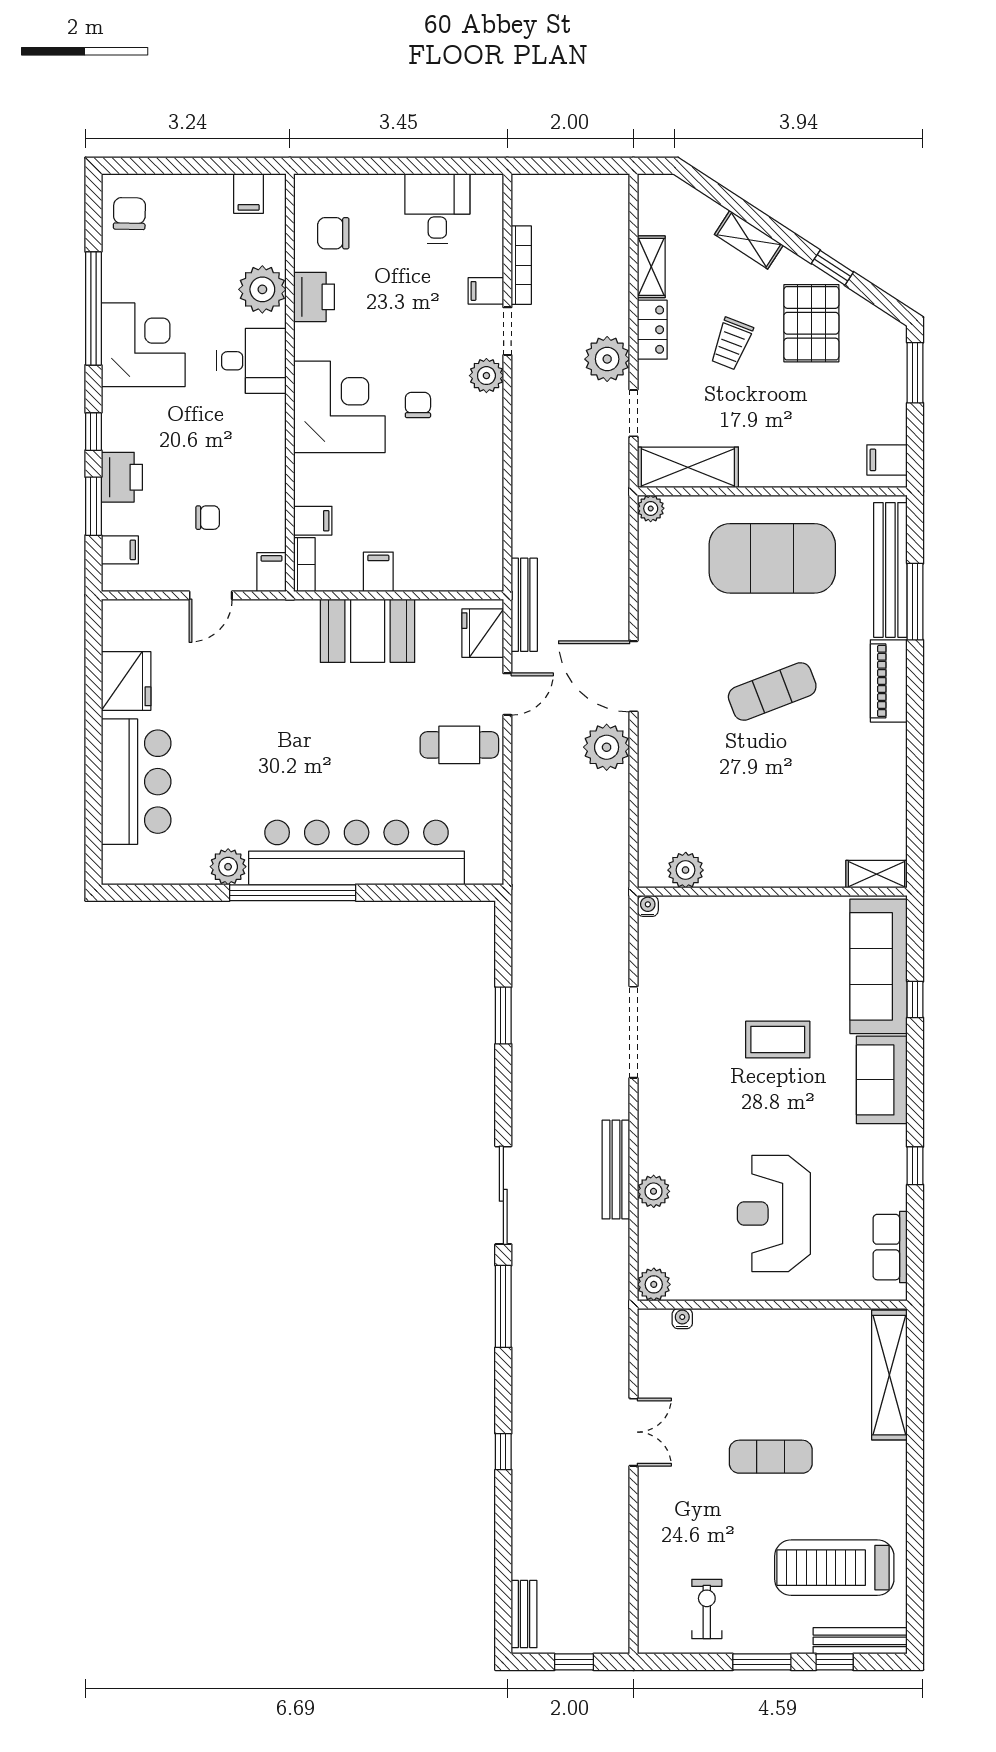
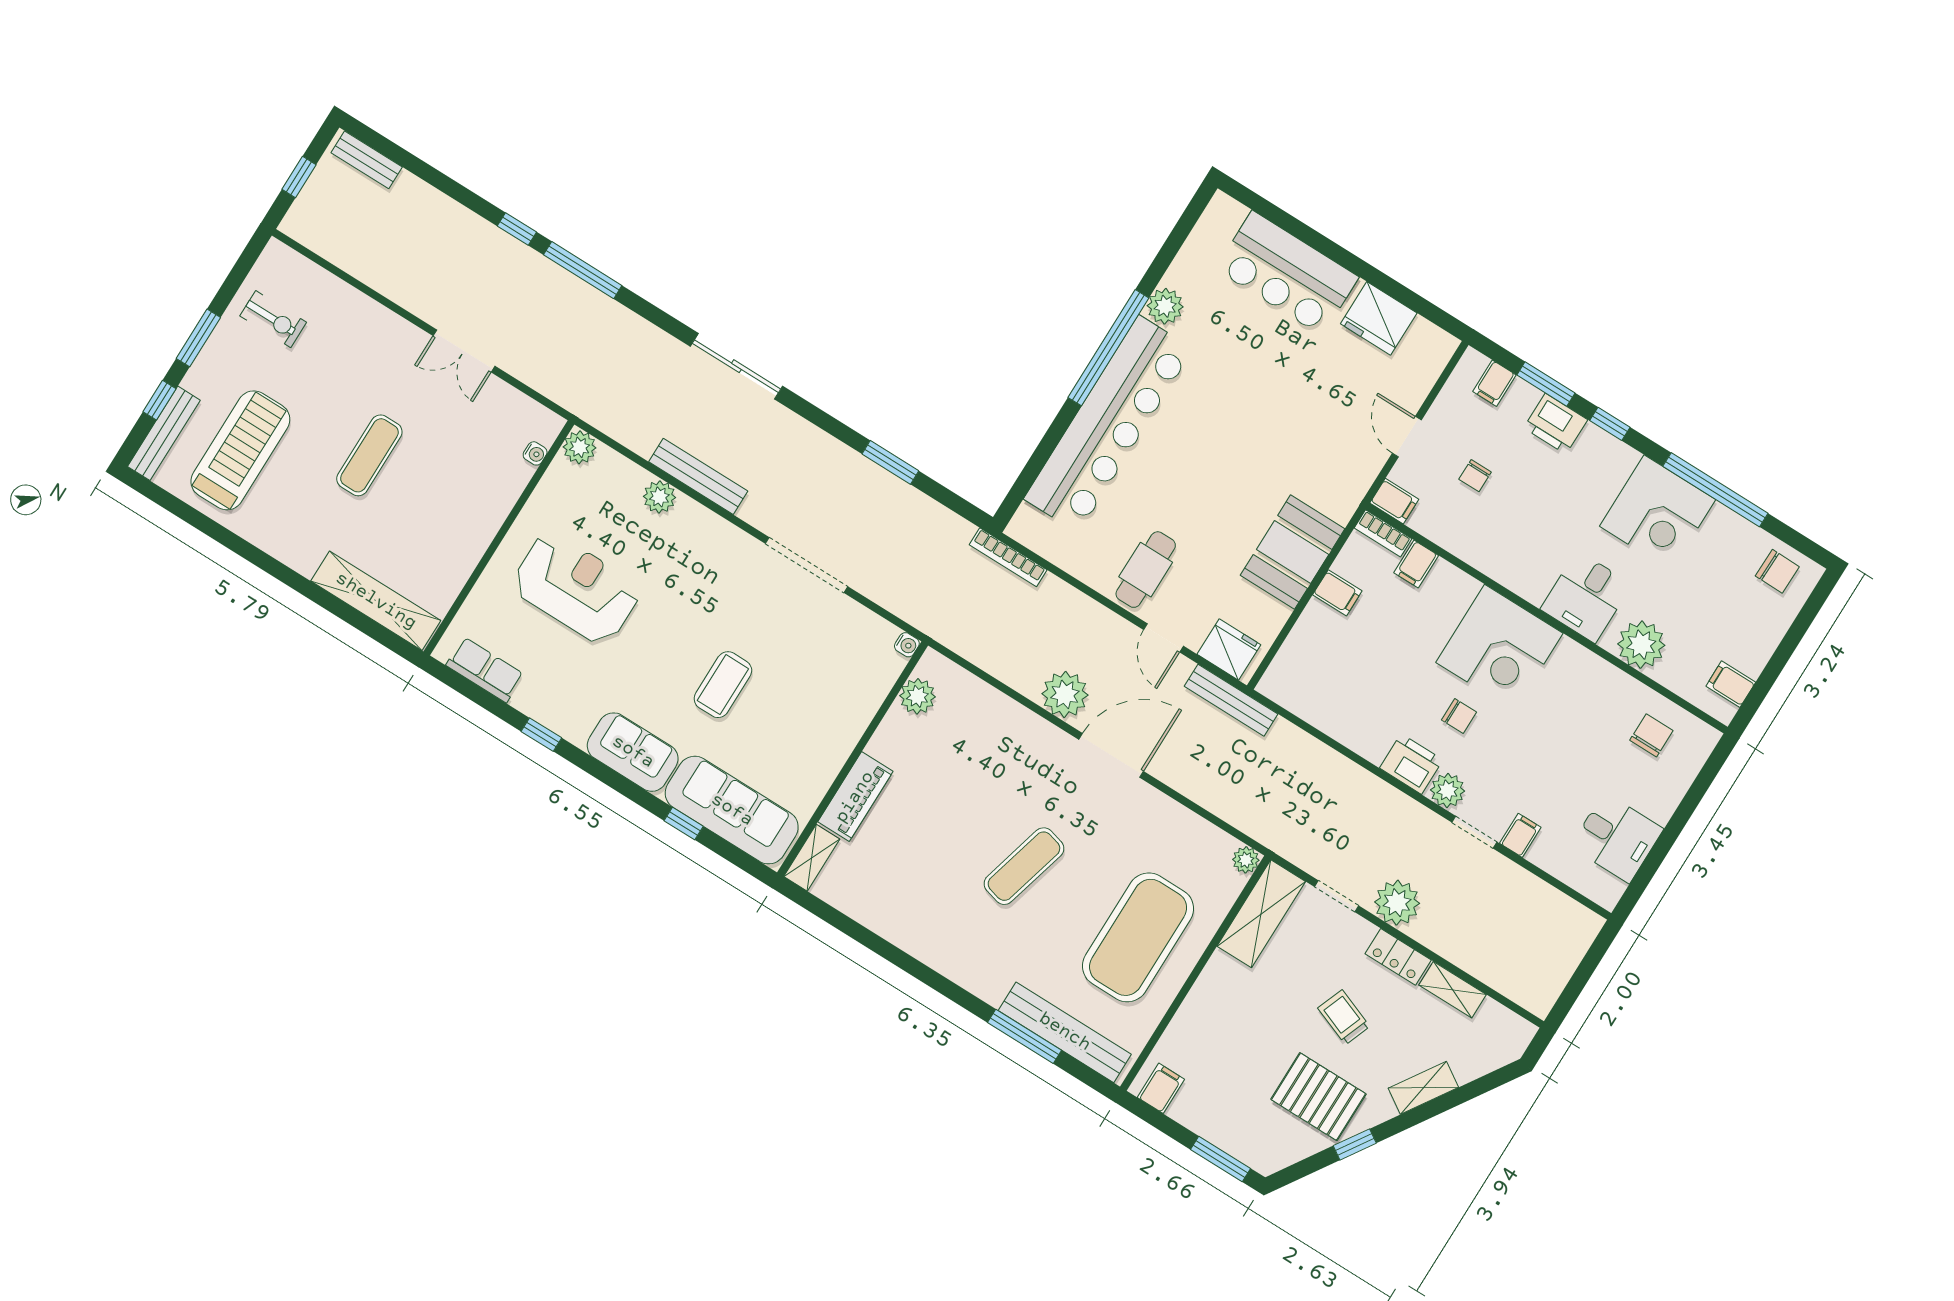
bookcase: (521, 265) -> (1008, 557), moved
printer: (314, 297) -> (1411, 764), moved, turned 180
piano: (889, 681) -> (855, 797), moved, turned 90
exercise mat: (772, 692) -> (1024, 866), turned 36
window: (503, 1306) -> (583, 270), moved

